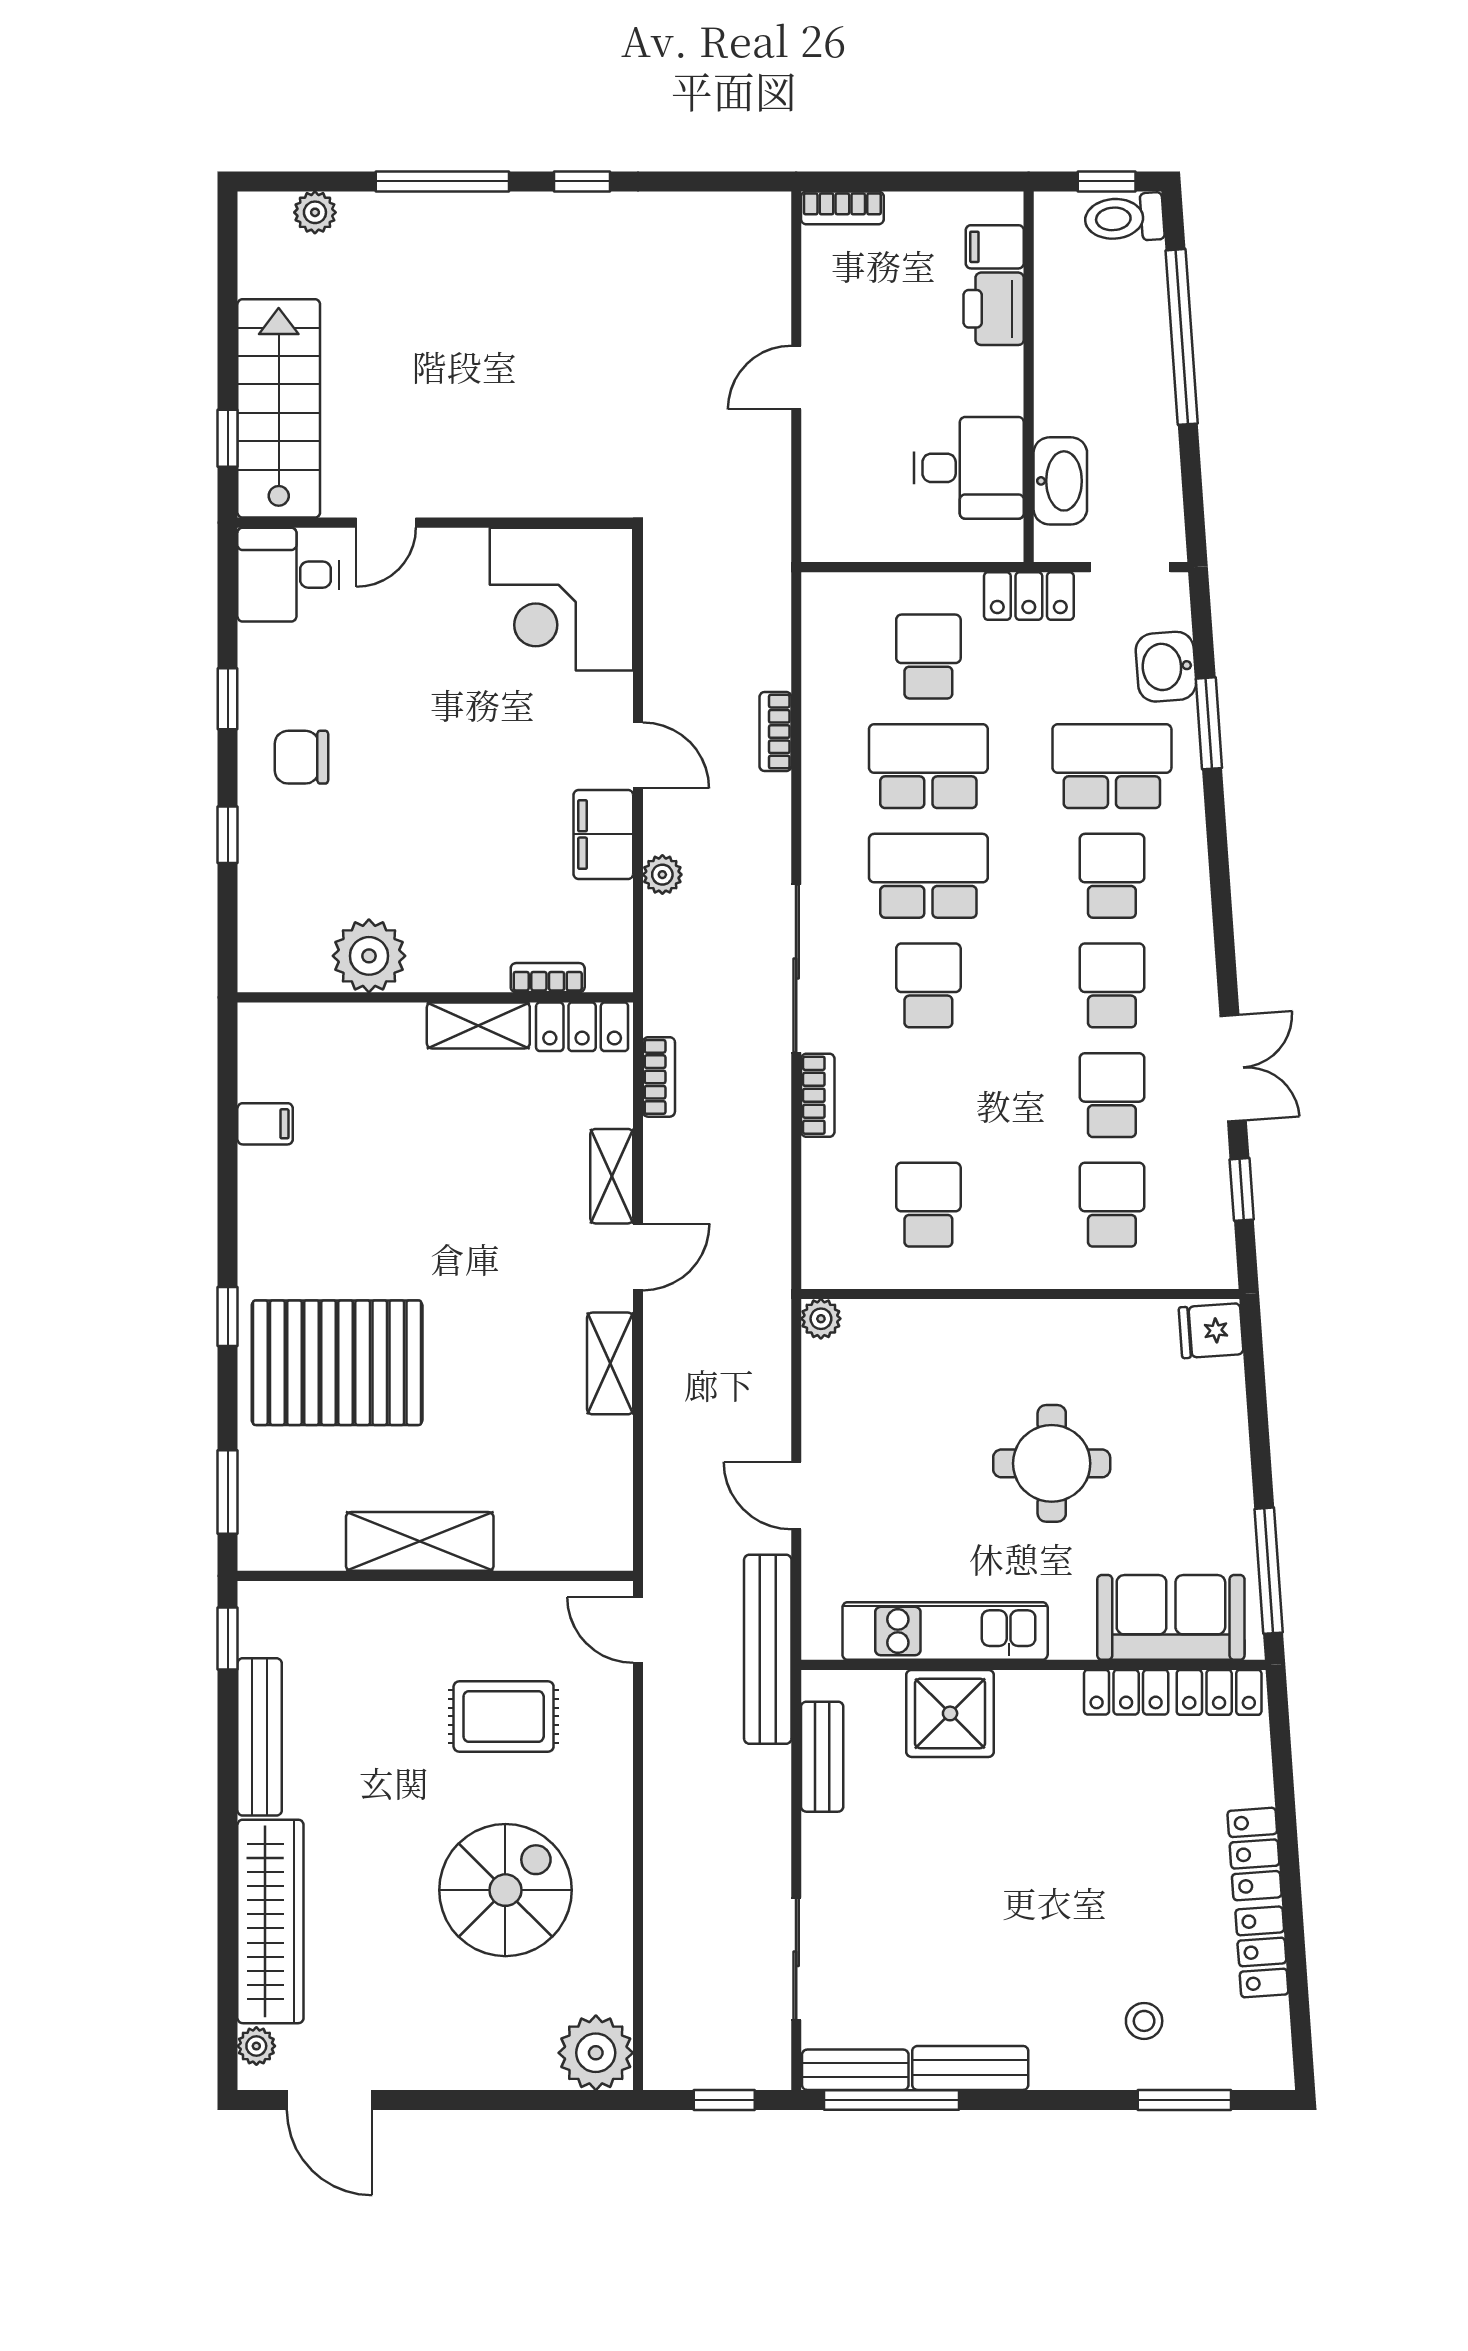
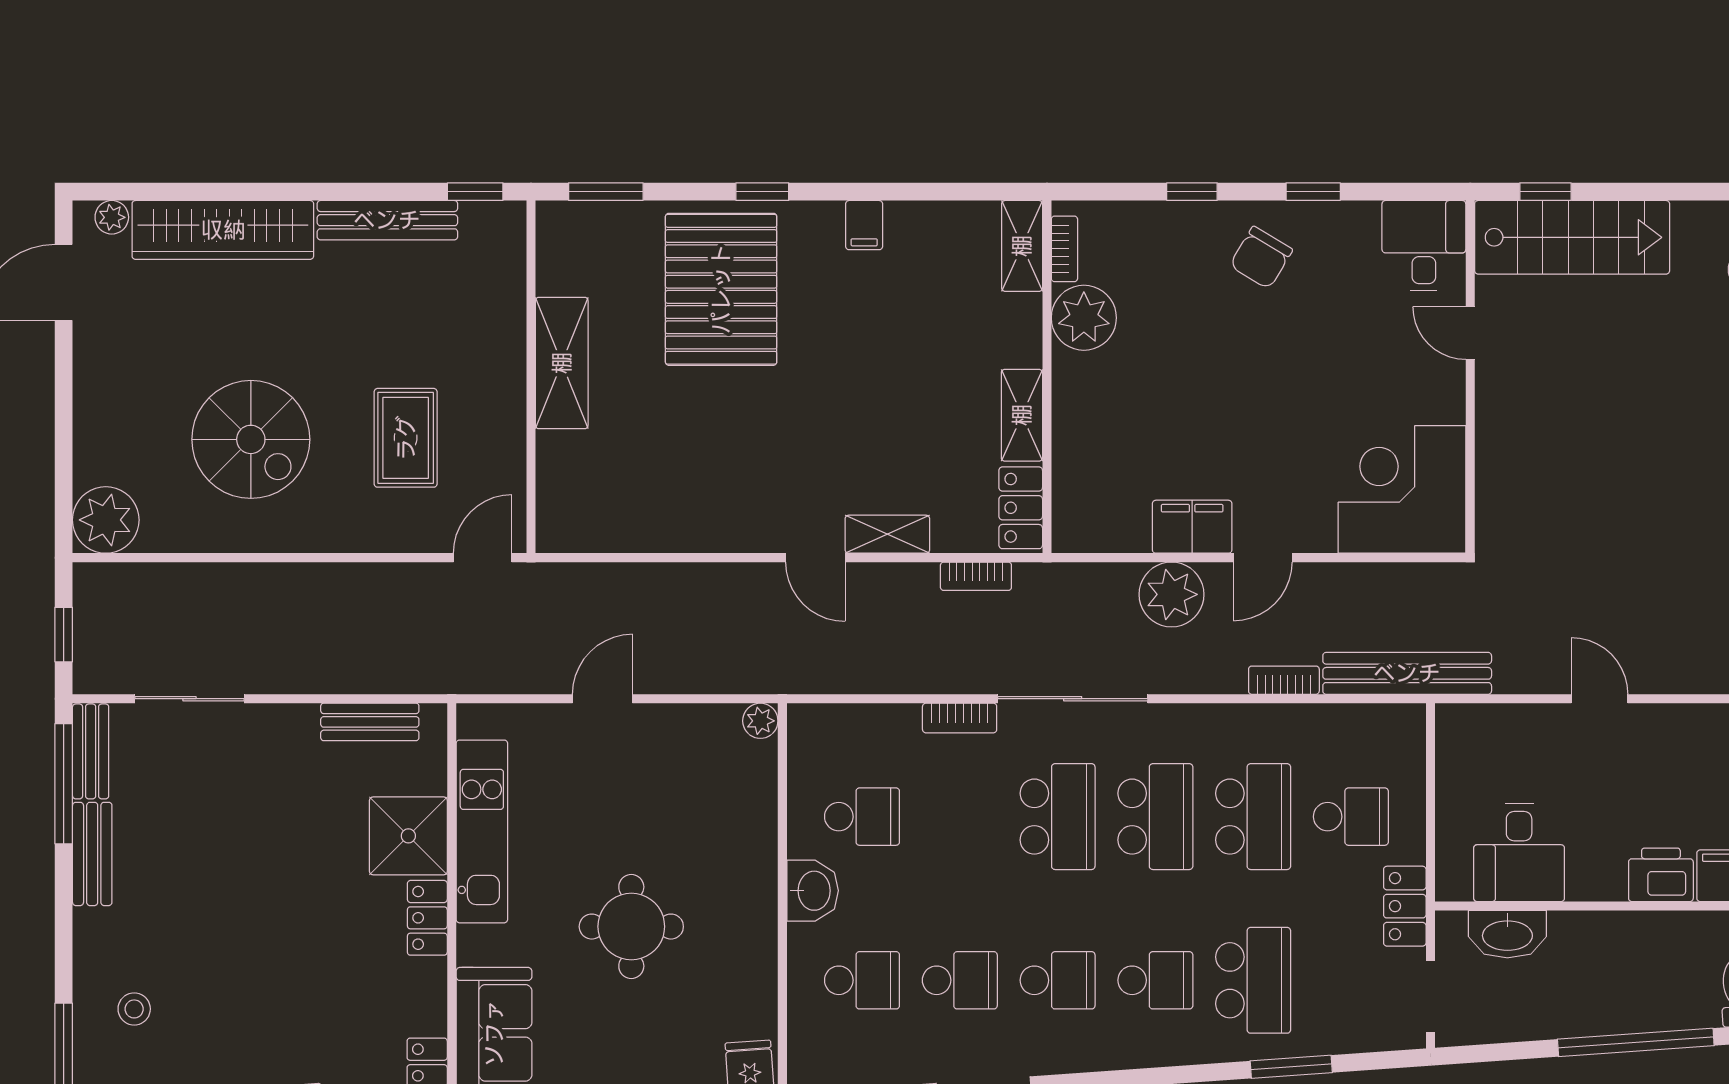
washbasin: (1166, 667) -> (813, 891), moved, turned 94
chair: (302, 757) -> (1261, 258), turned -149
plant: (662, 875) -> (1171, 594), width x1.87, depth x1.87
bookcase: (548, 978) -> (1064, 249), moved
school desk: (928, 985) -> (1058, 817), width x1.85
filing cabinet: (265, 1124) -> (864, 225), moved
shelving: (610, 1363) -> (1022, 246), moved, turned 90
bench: (768, 1649) -> (1407, 673), moved
locker: (1126, 1692) -> (427, 918), moved

